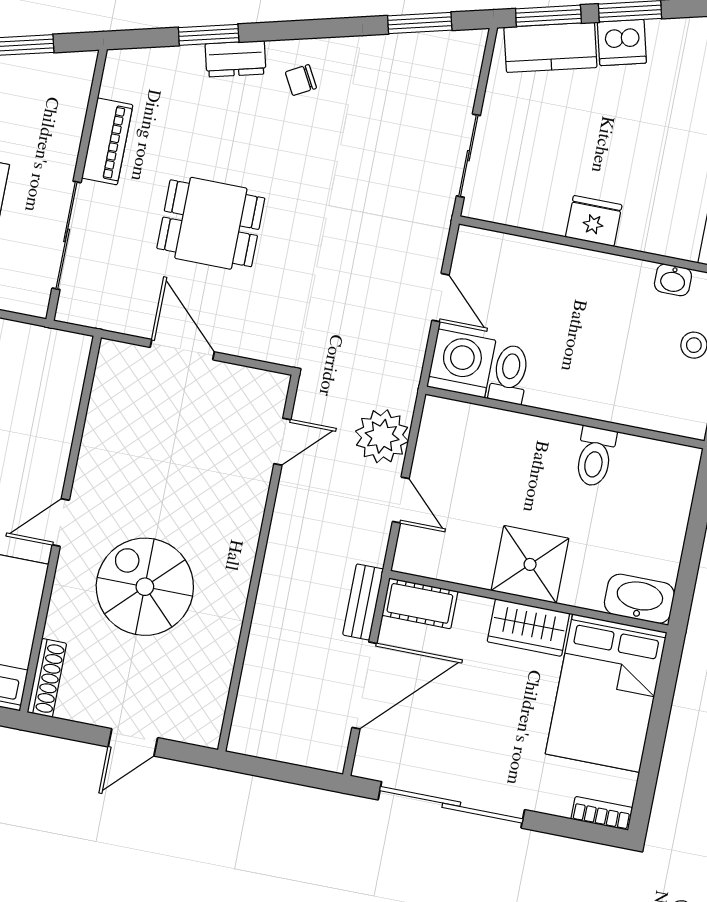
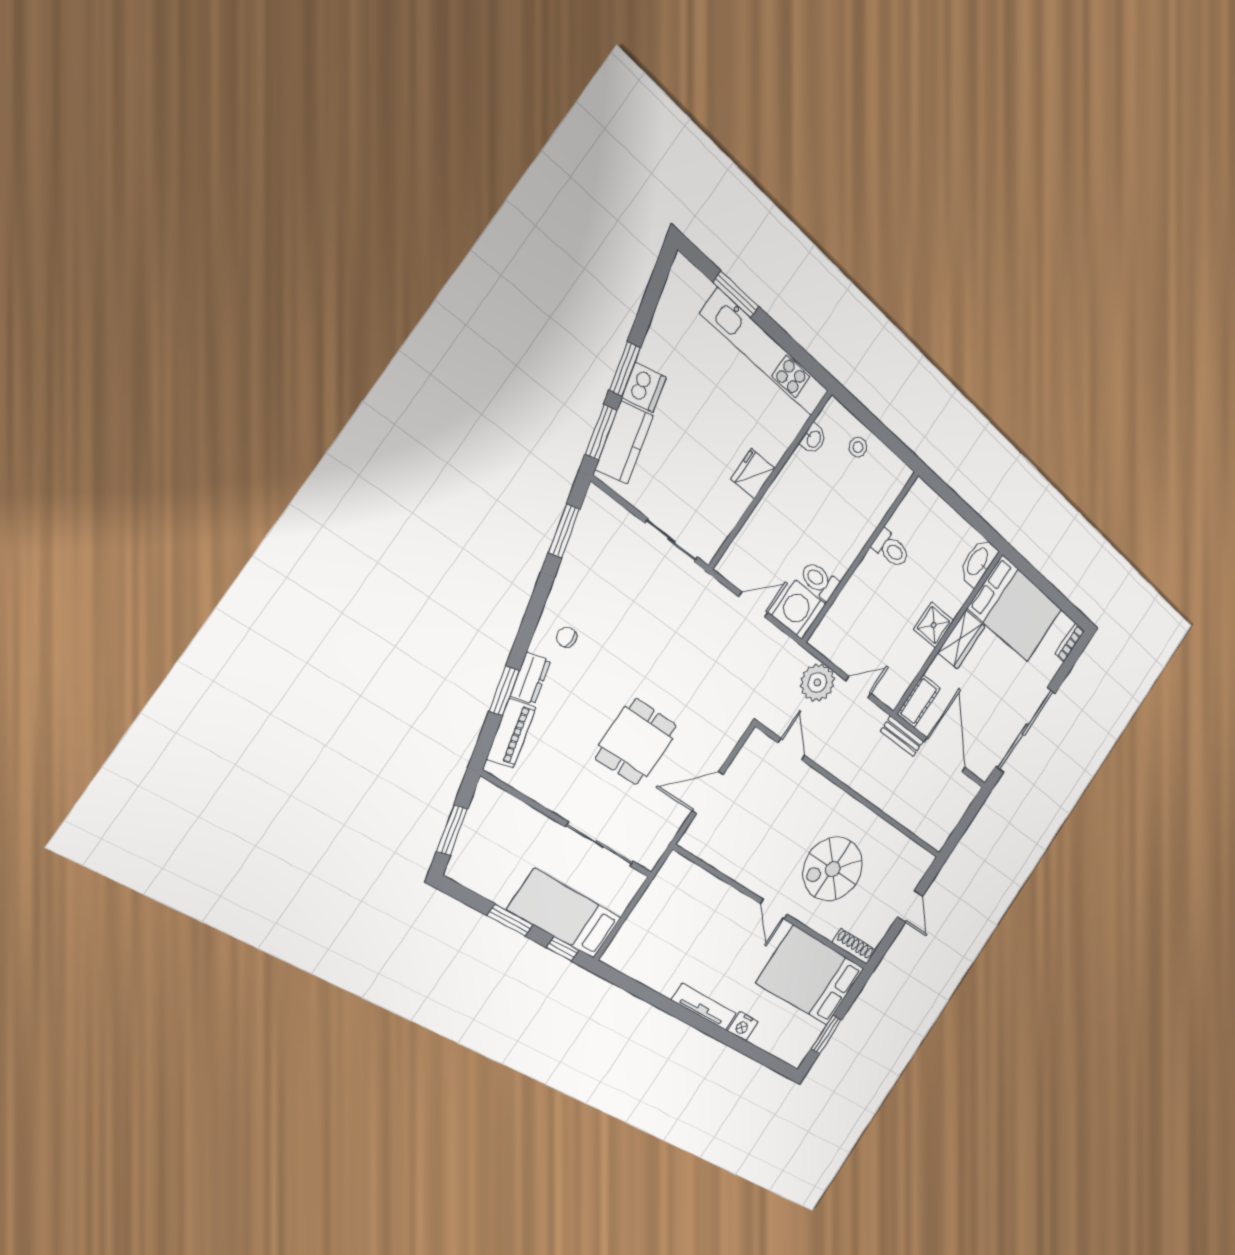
chair: (301, 80) -> (567, 637), turned 119
piano: (107, 141) -> (511, 733), moved, turned 76
shower: (530, 564) -> (934, 625), width x0.73, depth x0.73

